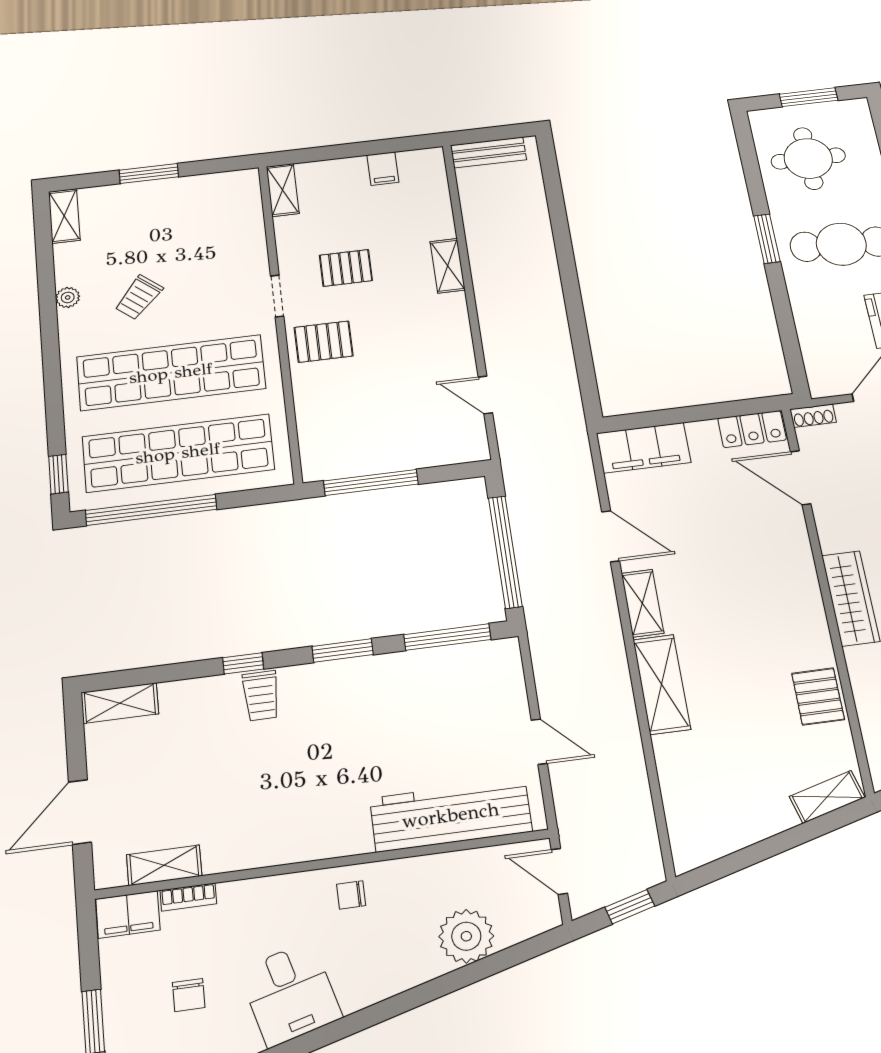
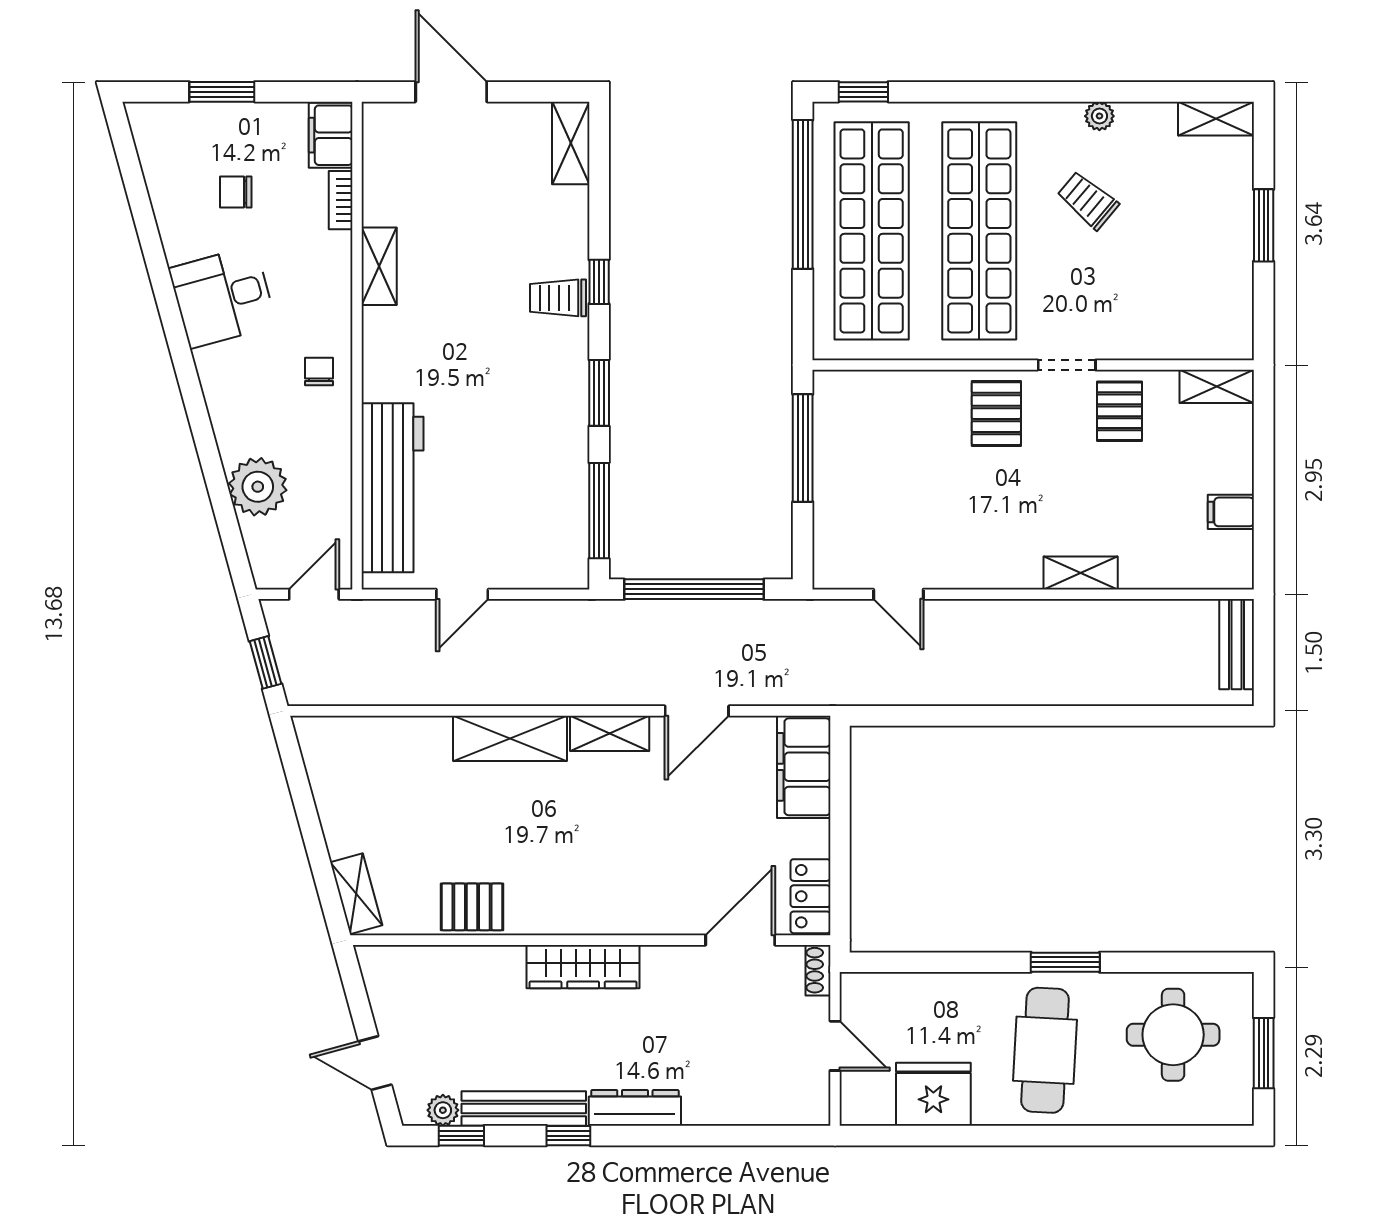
pallet: (346, 268) -> (1119, 411), moved
door: (485, 395) -> (898, 594), swing flipped
shelving: (164, 865) -> (379, 266), moved

